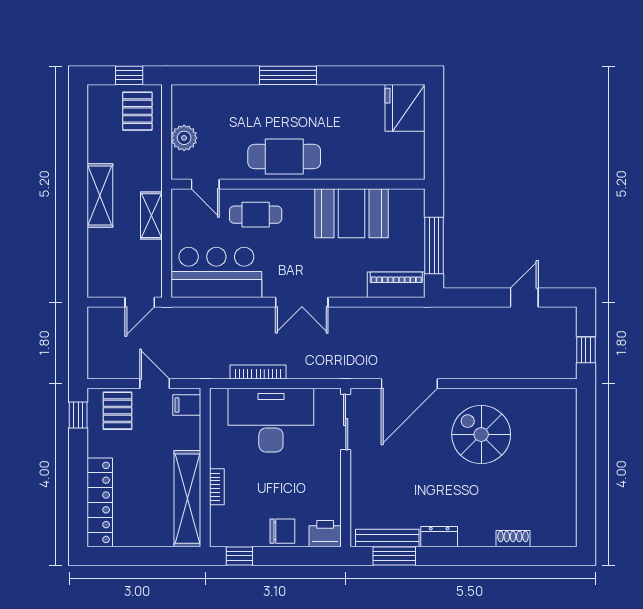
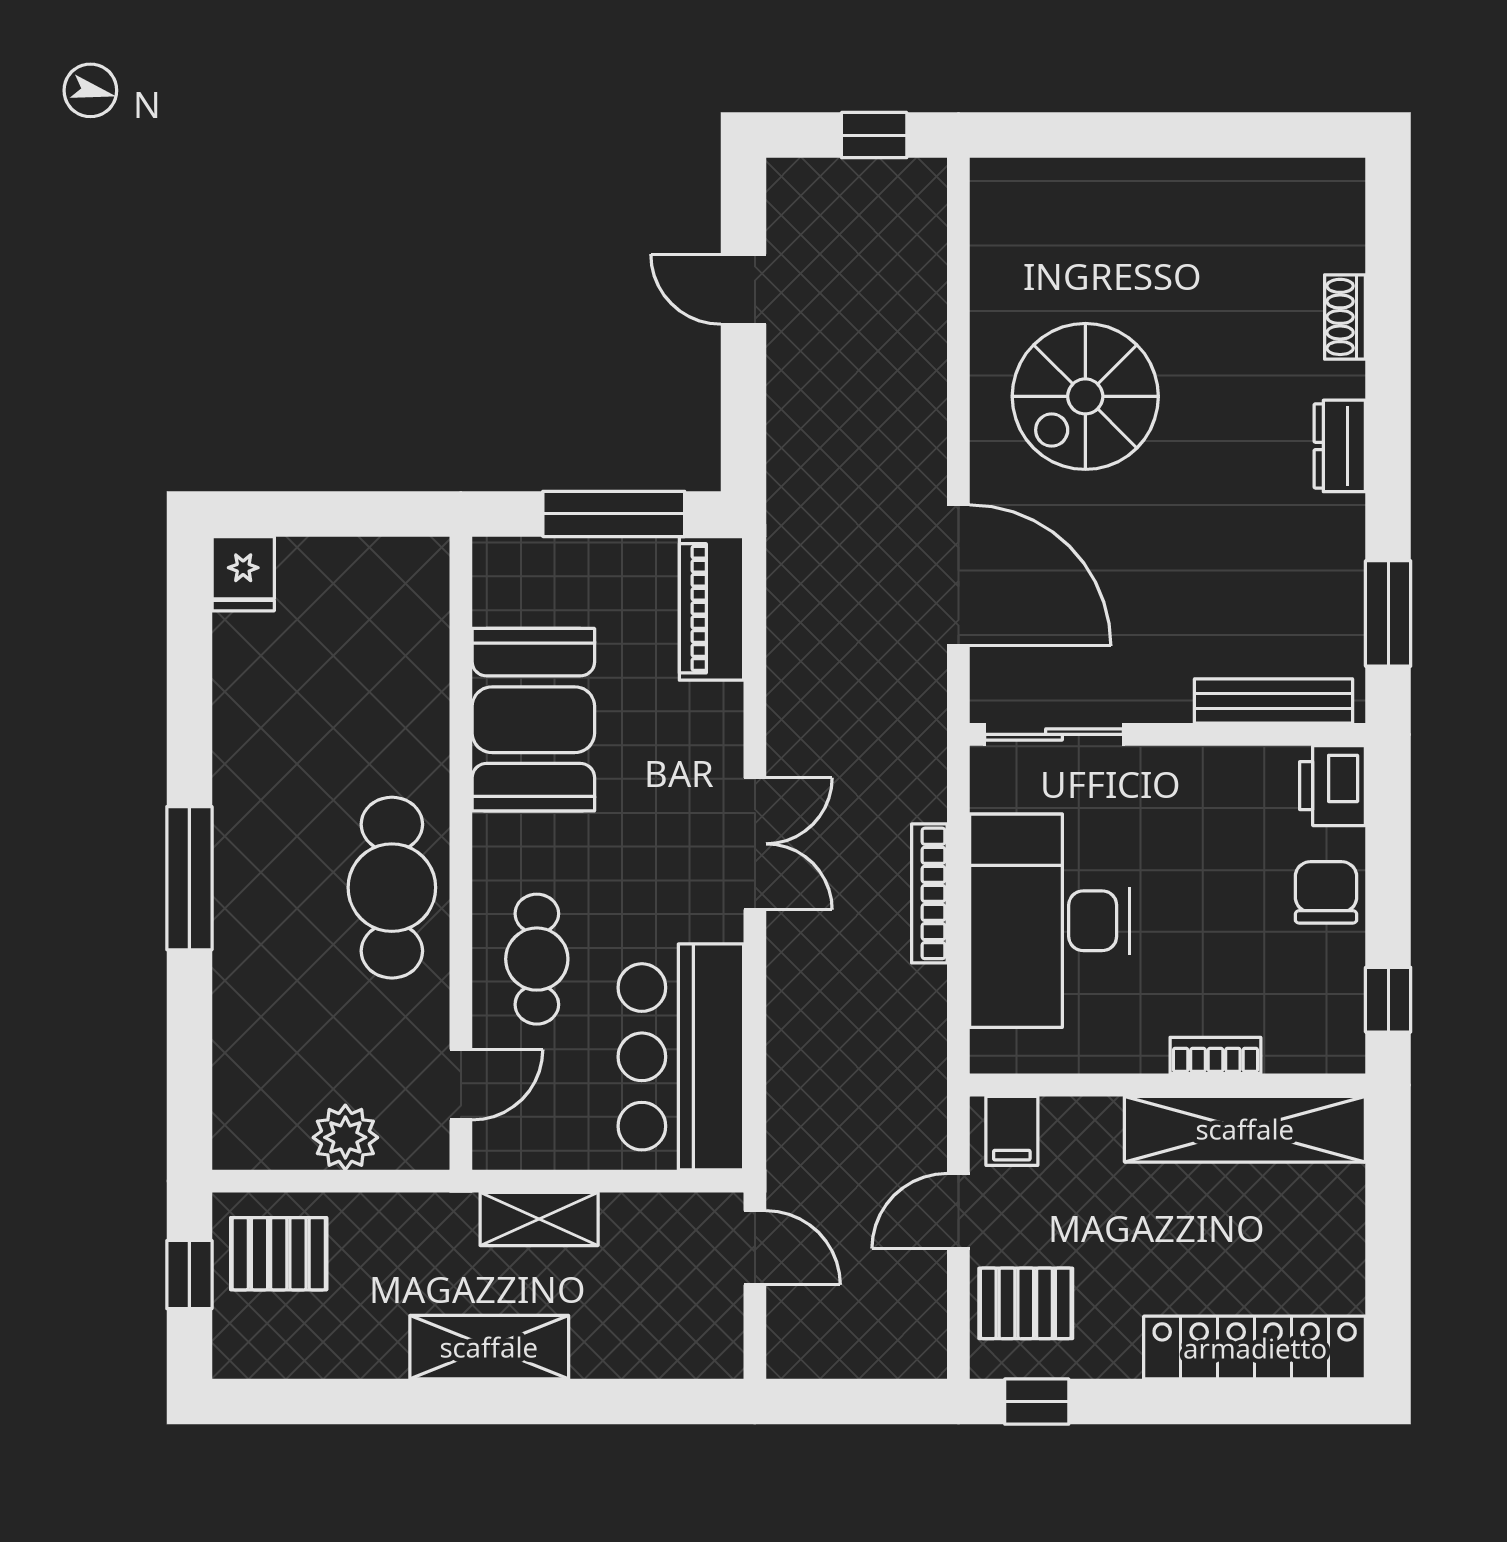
fridge: (405, 108) -> (243, 574), width x0.53, depth x0.75
bookcase: (258, 372) -> (929, 893), moved
dresser: (439, 537) -> (1340, 446), moved
bench: (387, 538) -> (1273, 701), moved, turned 90

